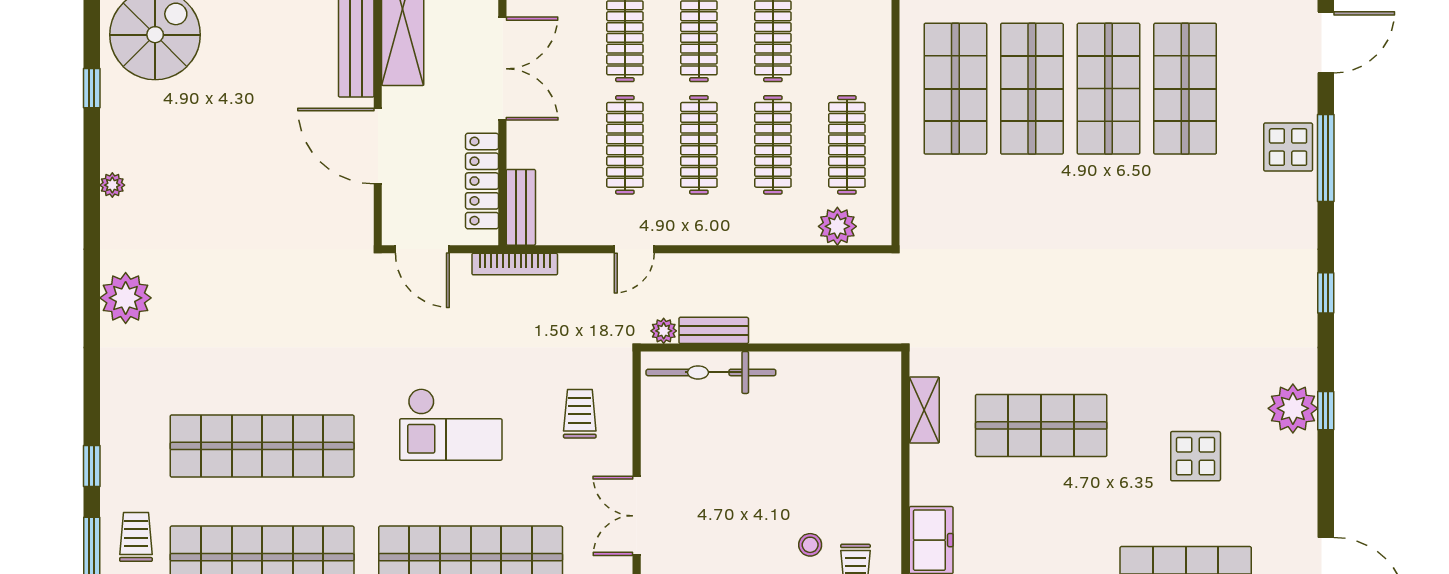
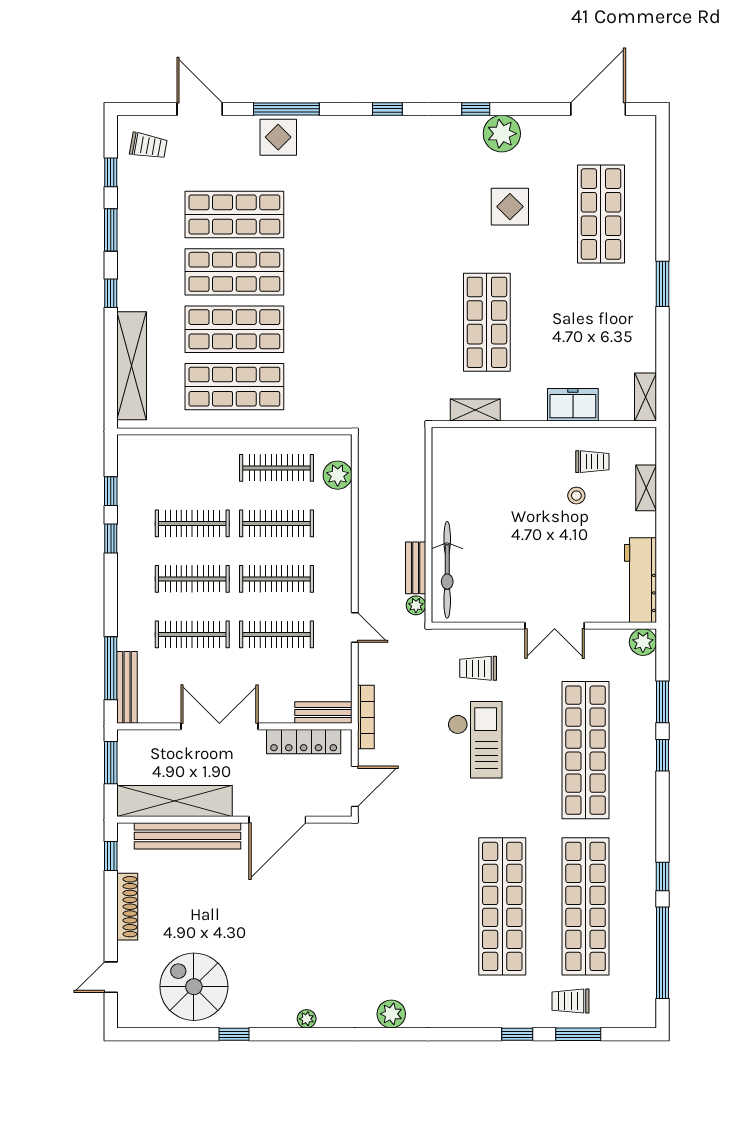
plant: (126, 298) -> (391, 1014), width x0.73, depth x0.73
plant: (1293, 408) -> (502, 134), moved
checkout: (451, 424) -> (475, 740), moved

